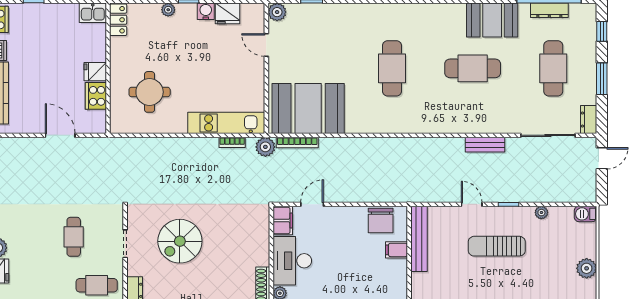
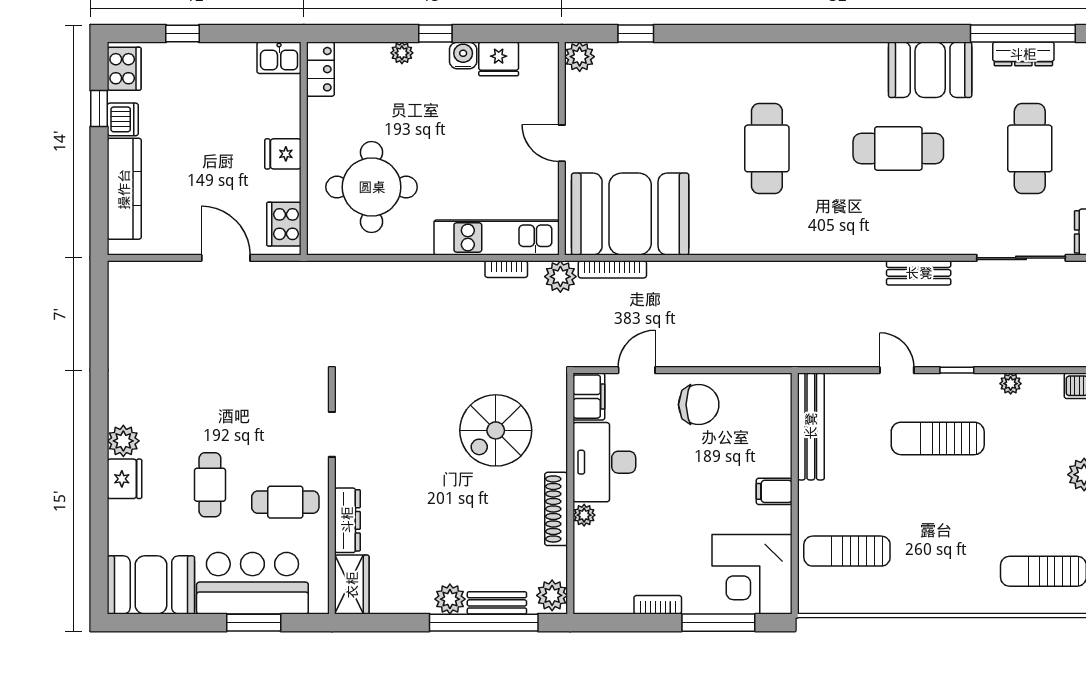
door: (266, 45) -> (562, 143), moved
round table: (150, 92) -> (372, 187), width x1.36, depth x1.36
cooker: (96, 96) -> (284, 224), moved
chair: (381, 221) -> (699, 405), moved, turned -90
cafe table: (74, 237) -> (210, 485), moved
spiral stairs: (180, 241) -> (496, 430), moved
filing cabinet: (396, 250) -> (774, 491), moved

